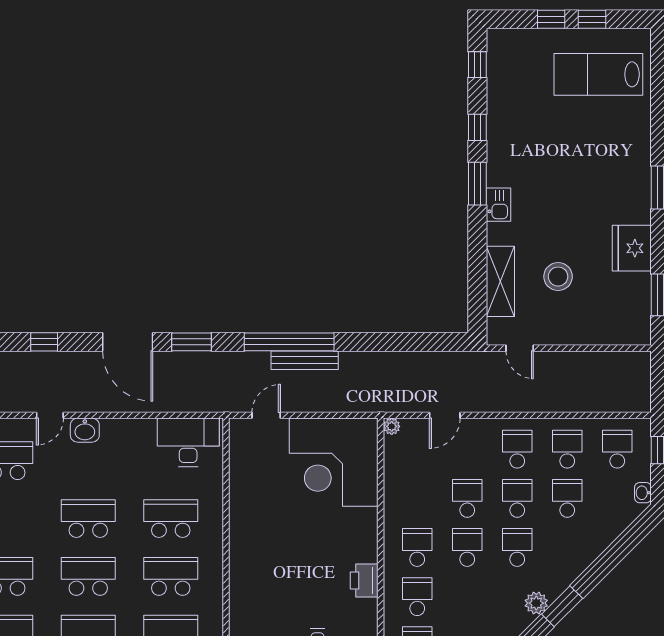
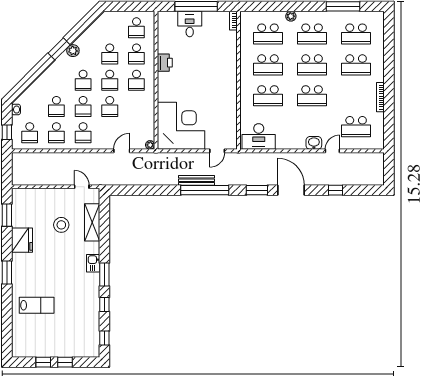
lab bench: (598, 74) -> (37, 305), moved, width x0.73, depth x0.72
school desk: (467, 597) -> (110, 54), added

